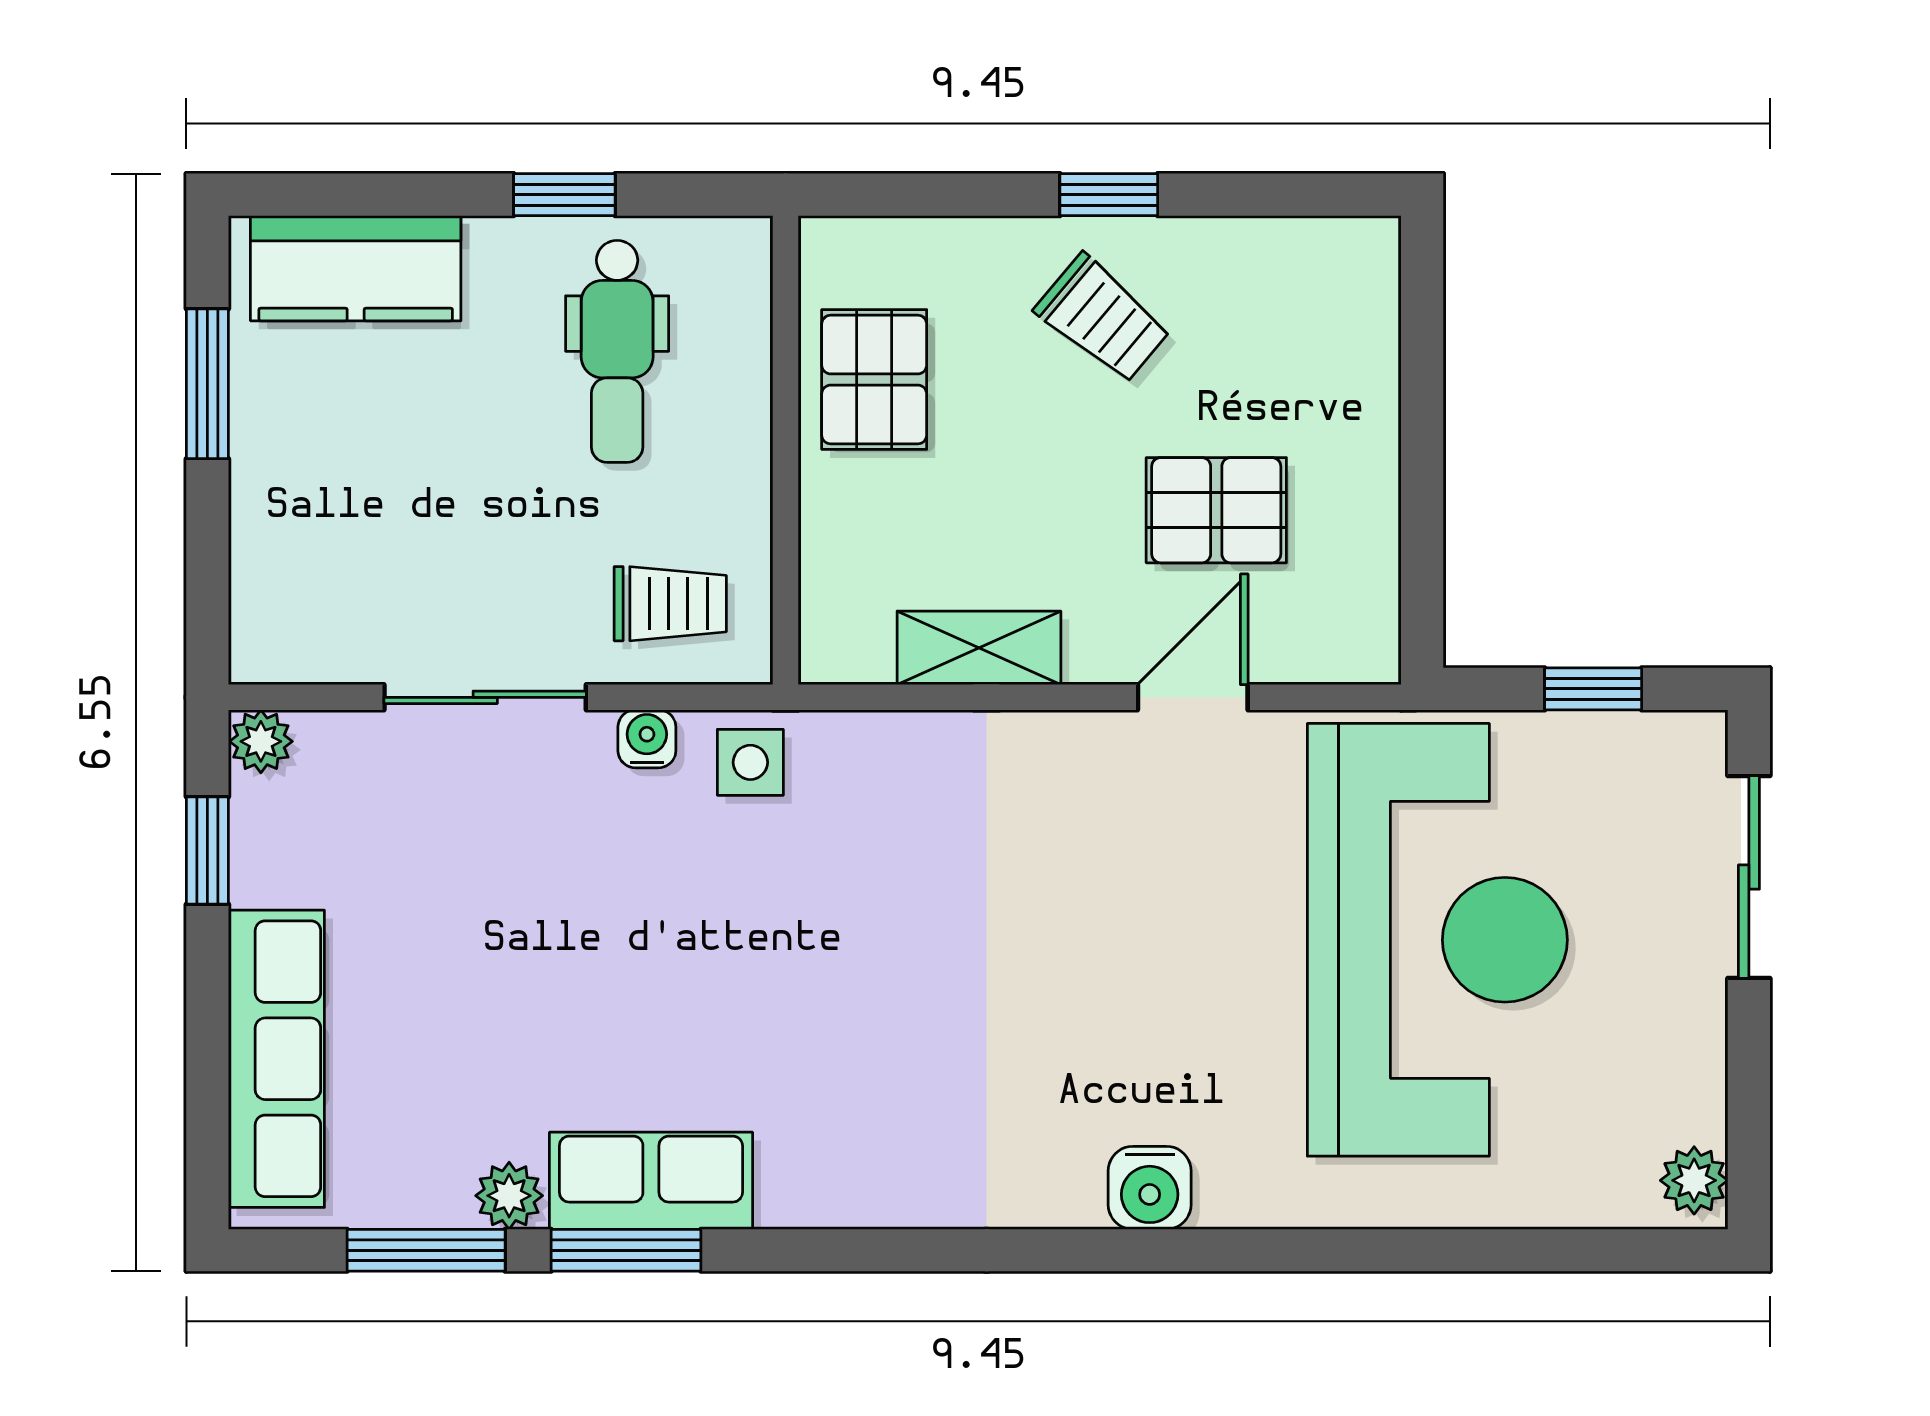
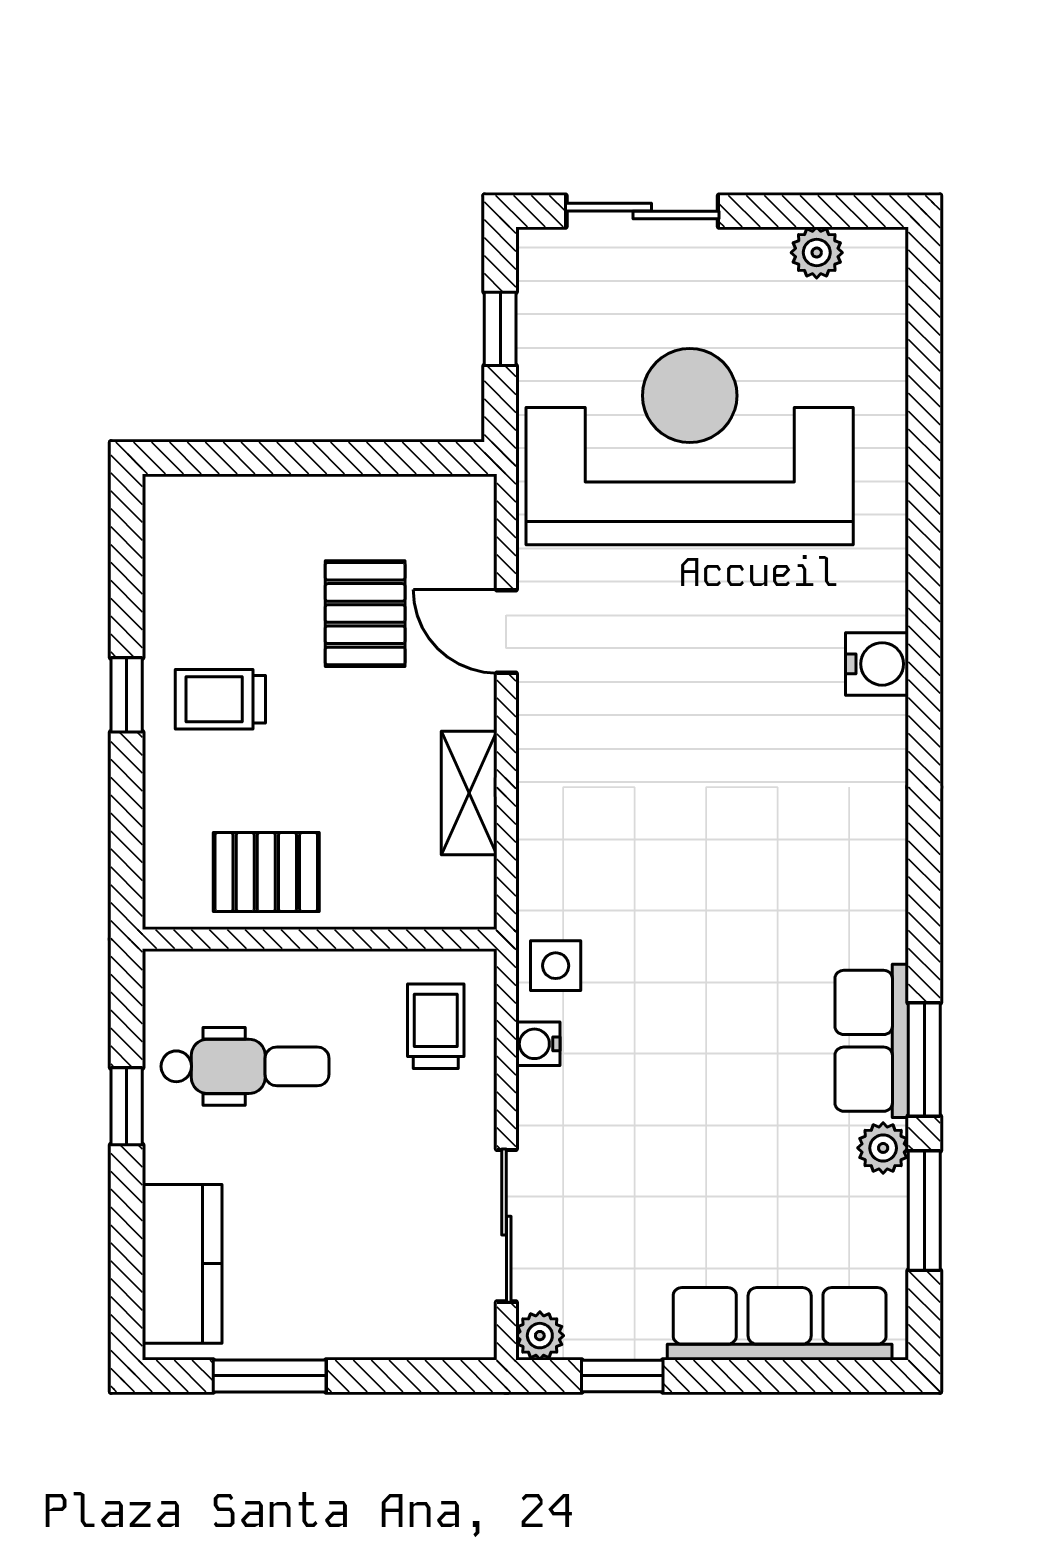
trolley: (1103, 319) -> (220, 699), turned -130
sliding door: (485, 697) -> (506, 1226), moved
plant: (1694, 1180) -> (817, 253), moved

